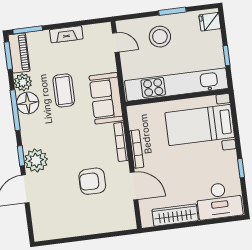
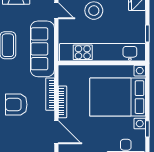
sofa: (106, 98) -> (42, 49), width x1.36
bed with nightstands: (200, 125) -> (118, 97), width x1.36
armchair: (92, 181) -> (16, 105), moved

